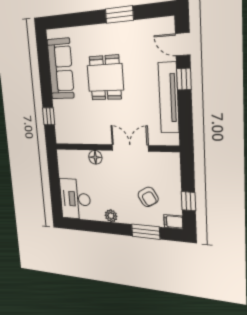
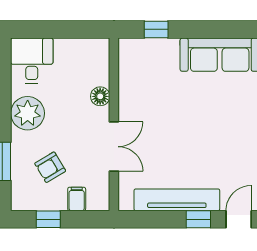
dining table: (105, 78) -> (205, 119), removed
desk: (75, 199) -> (32, 61), width x0.73
plant: (111, 216) -> (28, 113), width x1.88, depth x1.88
filing cabinet: (173, 222) -> (77, 199), moved

